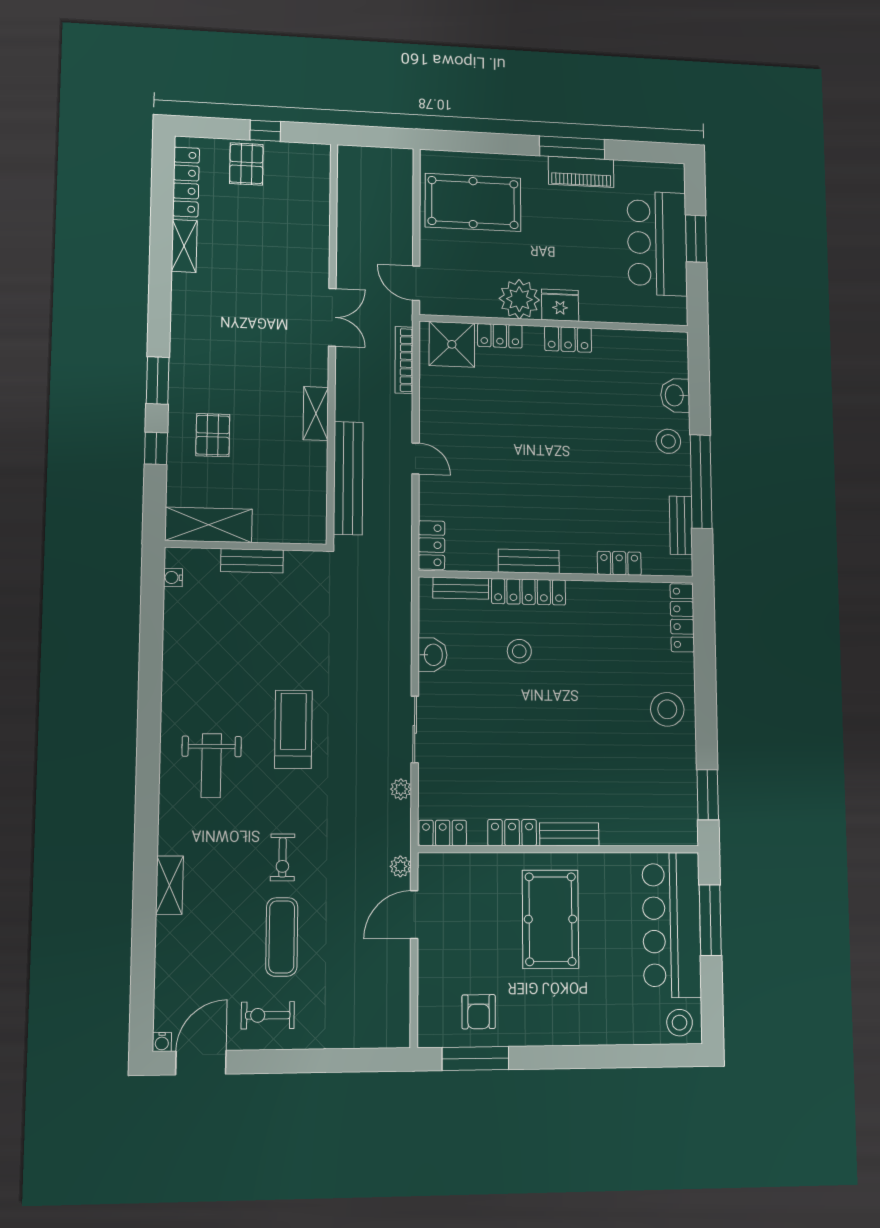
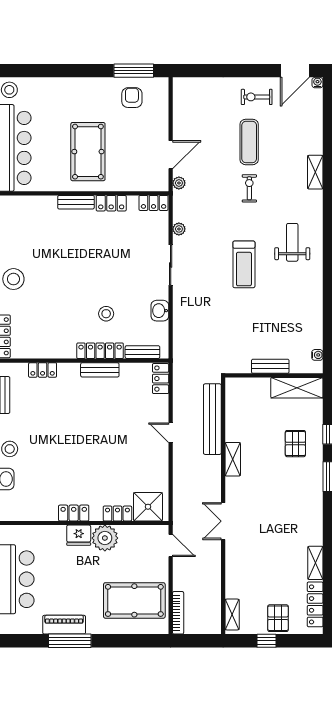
shelving: (320, 173) -> (232, 614), added
bookcase: (404, 360) -> (178, 613), moved
exercise bike: (268, 1015) -> (257, 97), turned 180

